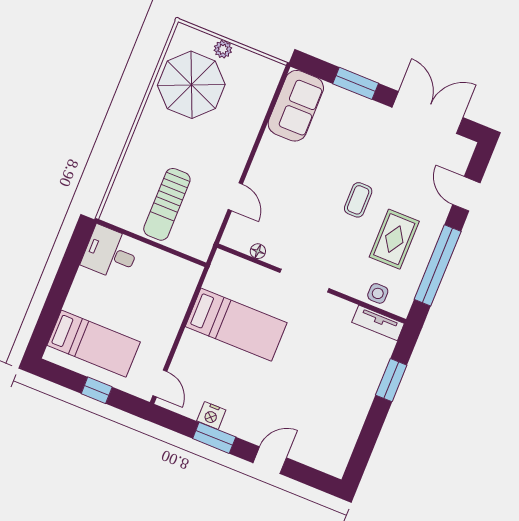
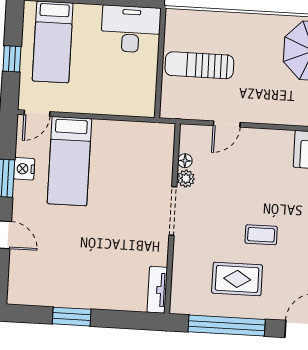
desk: (110, 253) -> (131, 29), width x1.37
plant: (276, 256) -> (186, 179), added
side table: (378, 293) -> (183, 281), removed
bed: (236, 325) -> (69, 161), moved
window: (391, 380) -> (72, 317), moved

